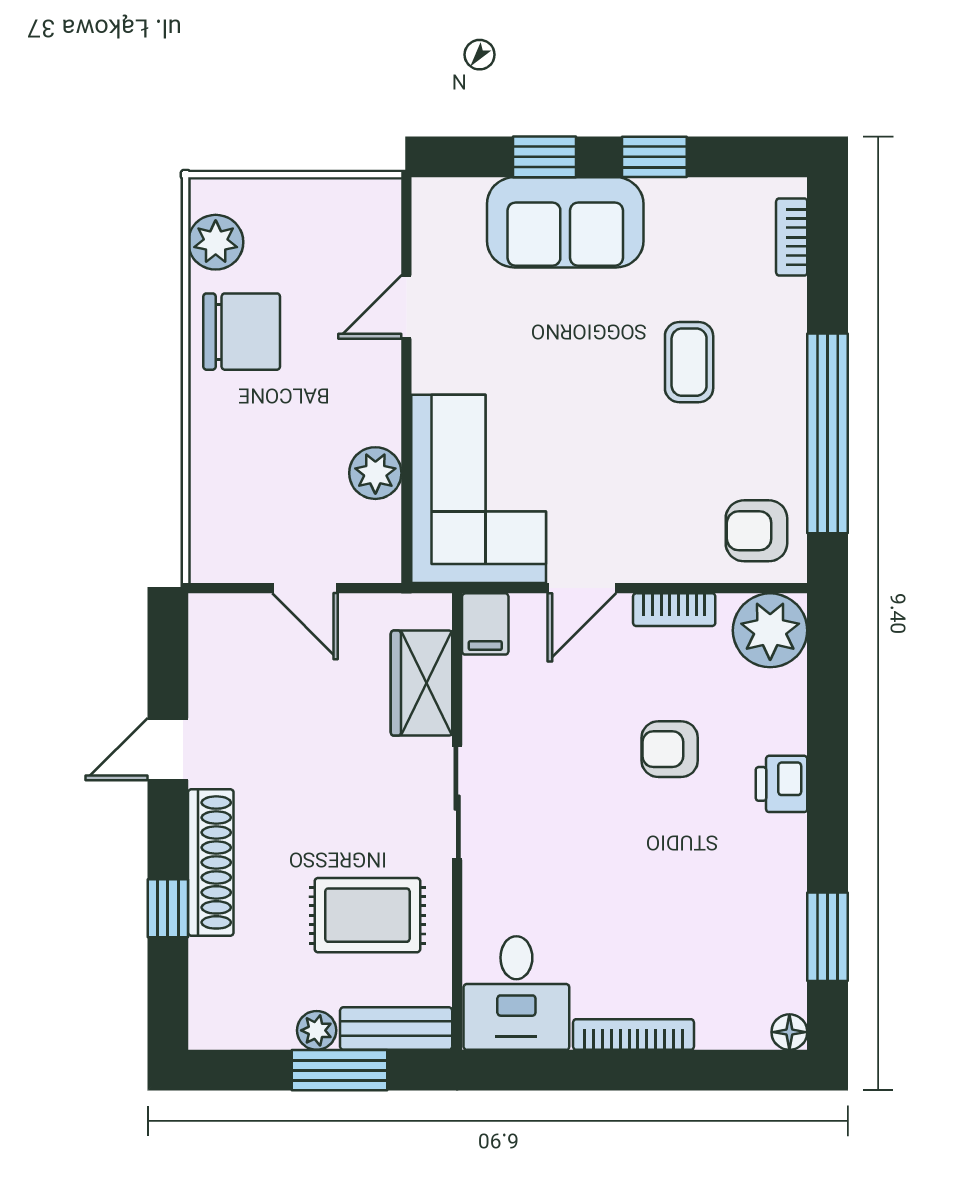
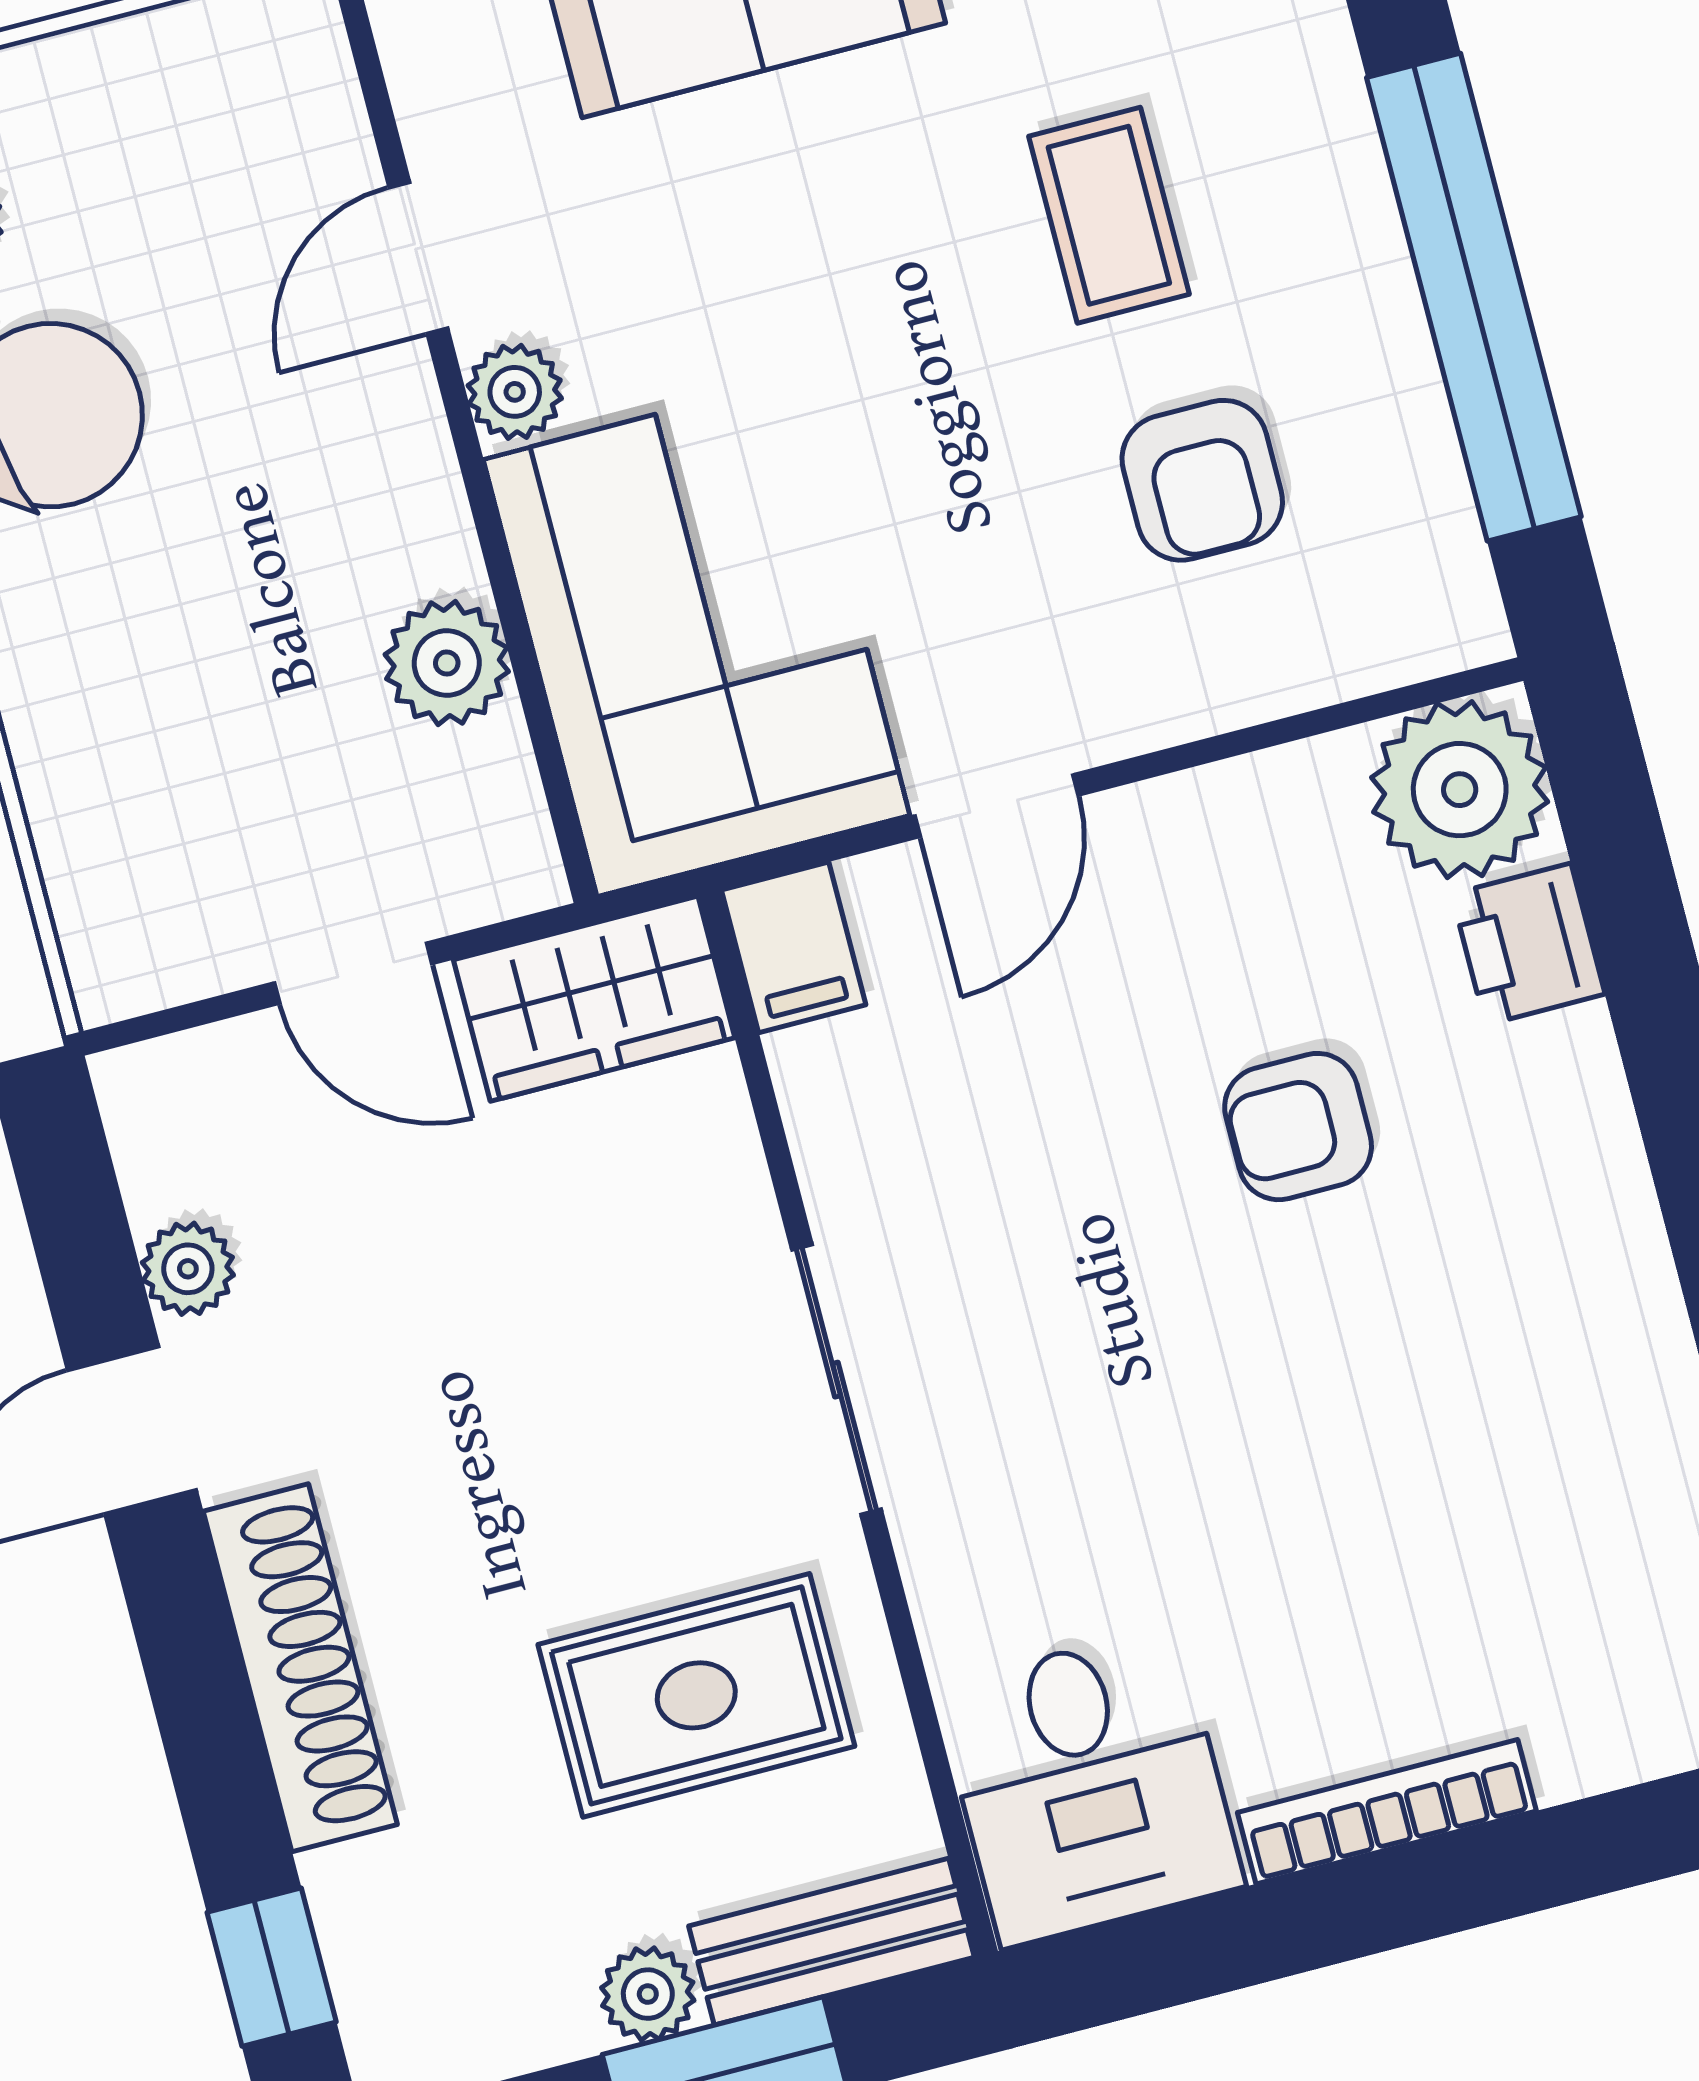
plant: (431, 371) -> (515, 392), added
armchair: (756, 531) -> (1202, 480), moved, turned -90
bookcase: (674, 610) -> (1224, 800), removed
wardrobe: (422, 683) -> (594, 999), moved, turned -90
plant: (207, 690) -> (188, 1269), added
printer: (782, 784) -> (1528, 944), moved
window: (168, 908) -> (272, 1967), moved

